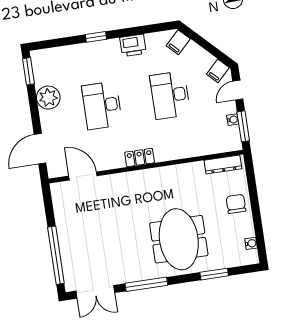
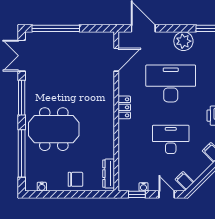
desk: (102, 105) -> (171, 83), width x1.36, depth x1.30
window: (243, 126) -> (137, 194), width x0.67
window: (214, 274) -> (22, 153), width x2.11

